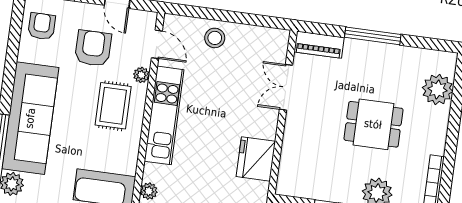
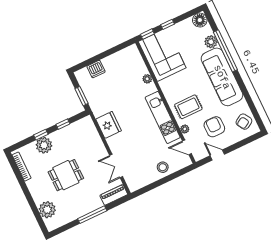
armchair: (42, 26) -> (244, 122), turned 59
armchair: (93, 48) -> (214, 127), turned 180
double door: (286, 87) -> (116, 166), swing flipped
rug: (113, 106) -> (188, 107), turned 90

